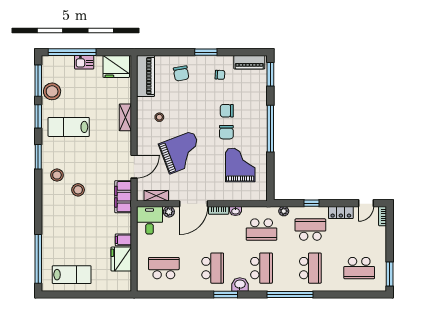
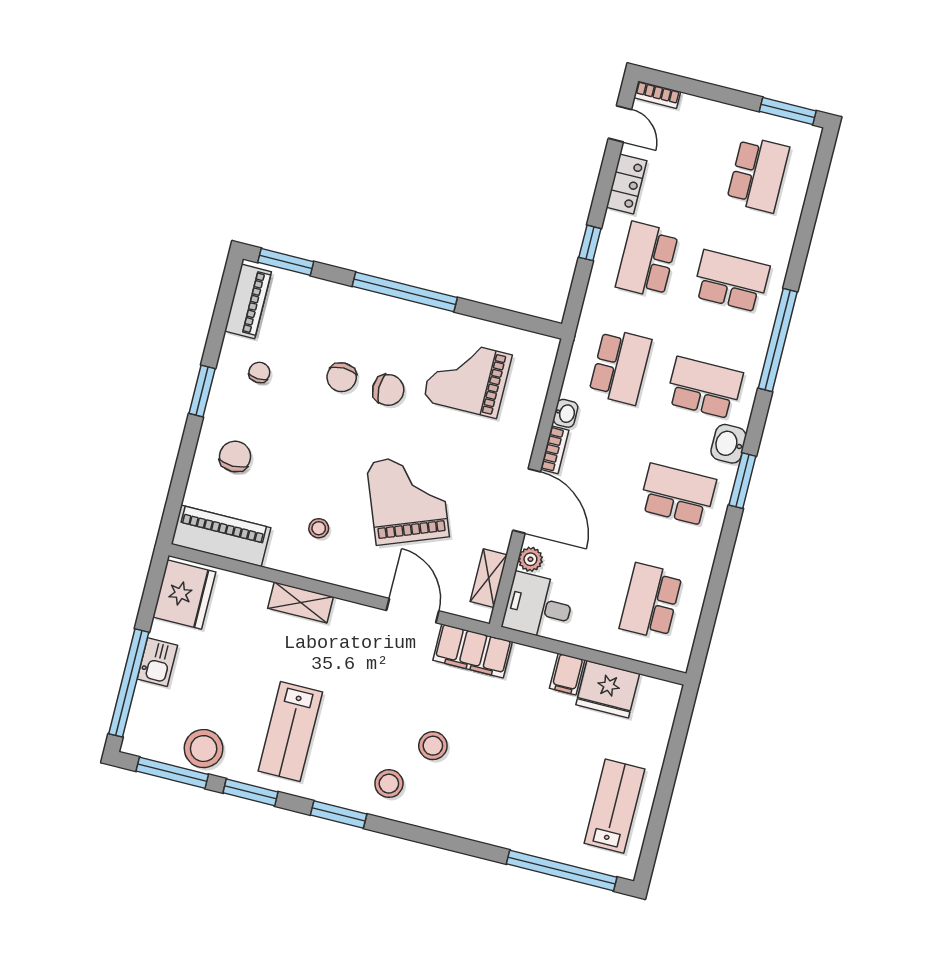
chair: (181, 73) -> (235, 457), turned -80
plant: (284, 211) -> (592, 308), removed

